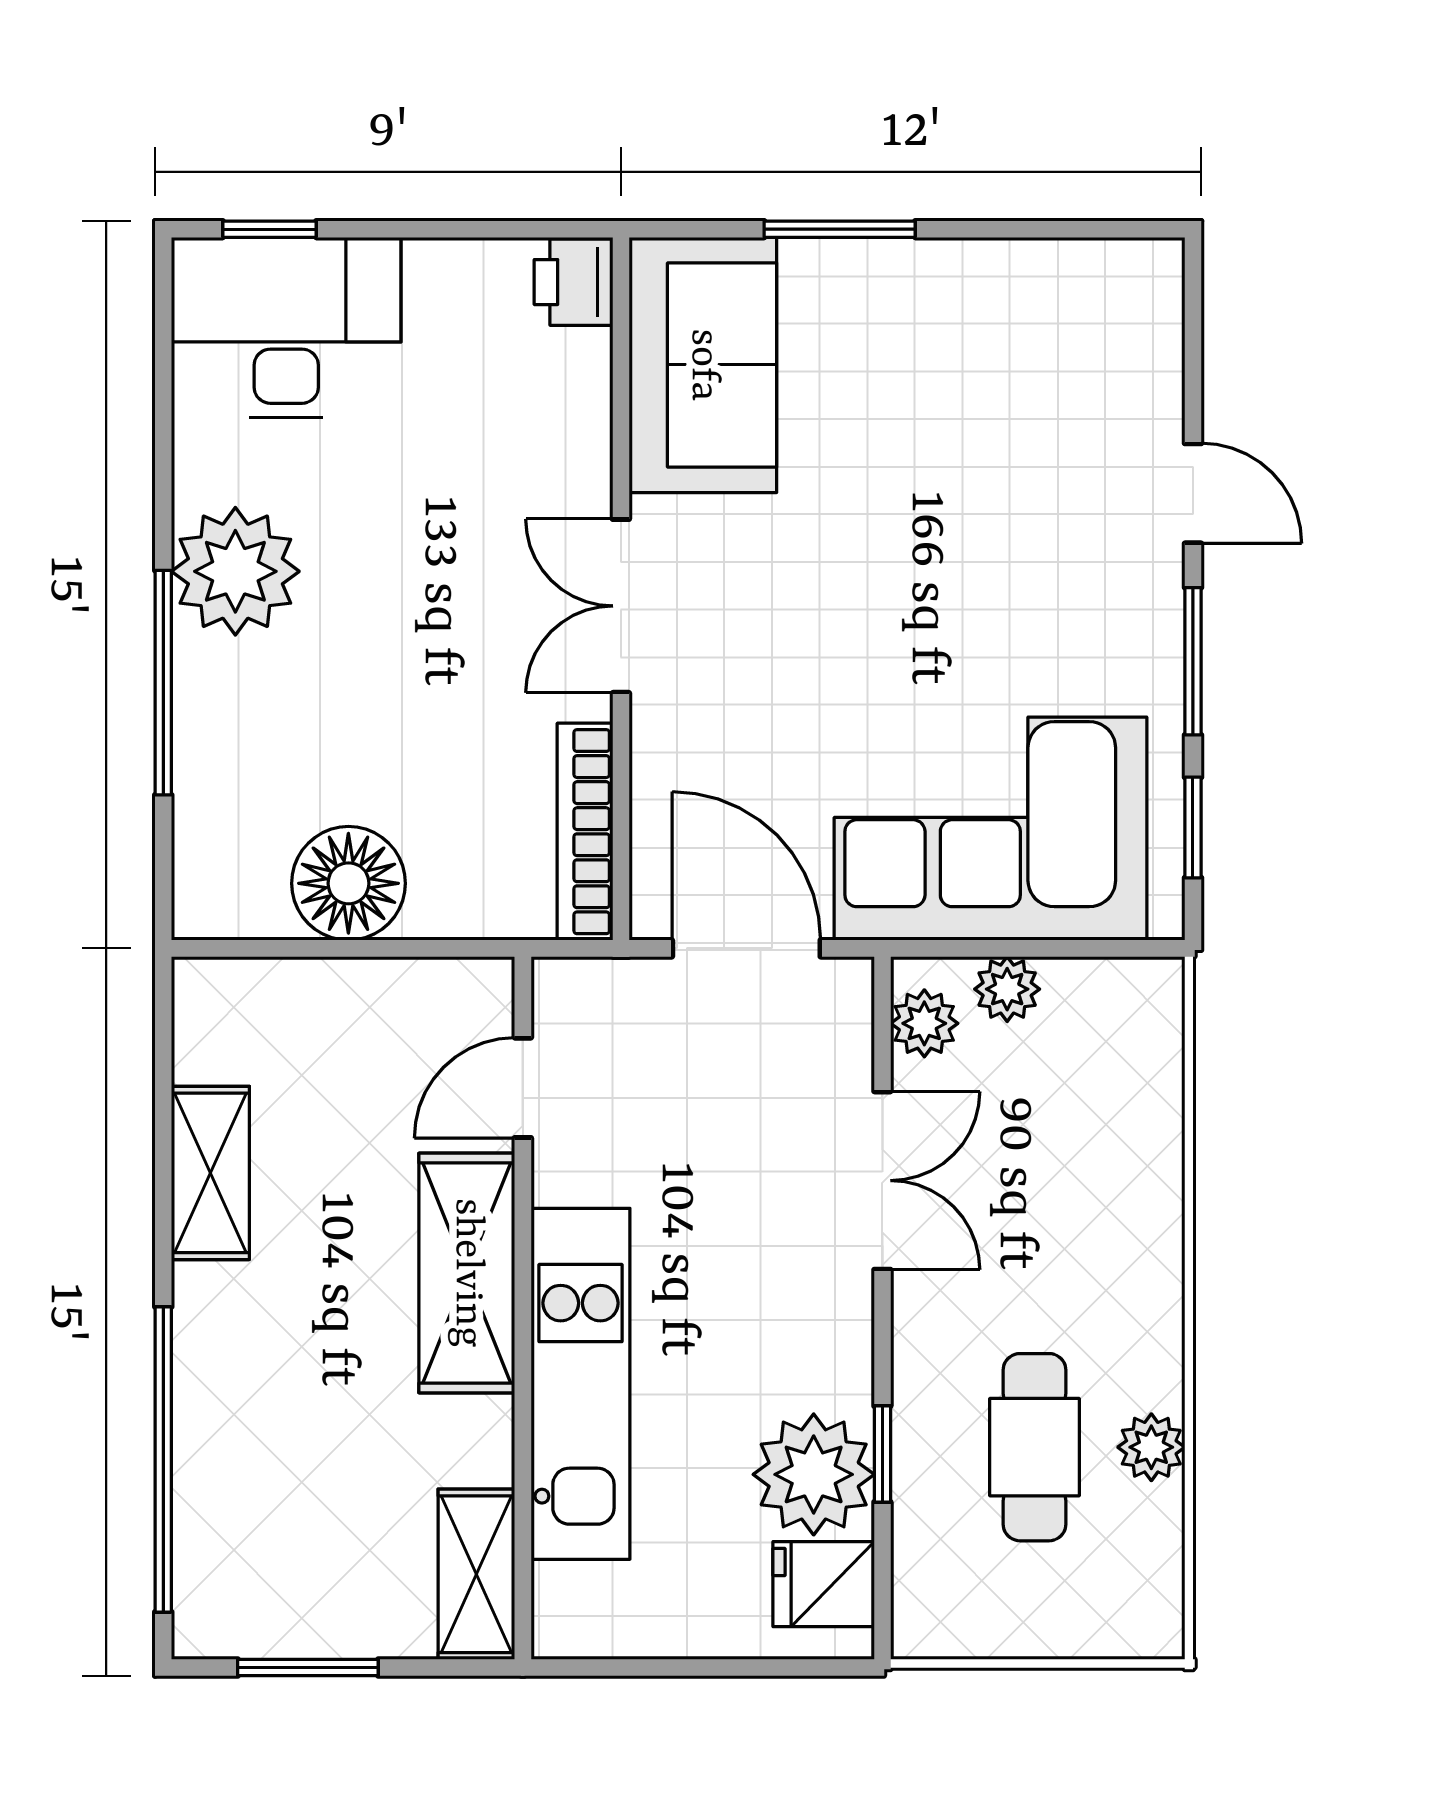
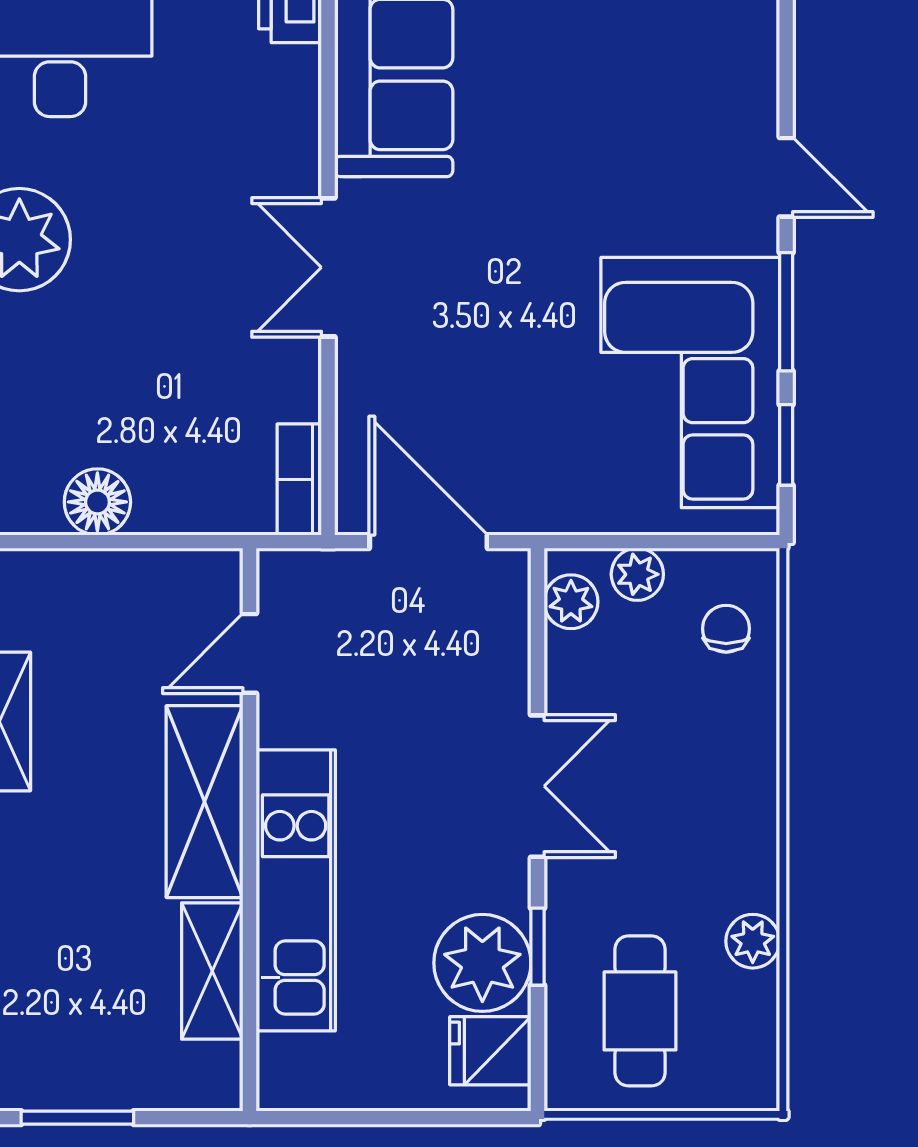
corner sofa: (990, 829) -> (690, 382), moved, turned -90
bookcase: (585, 832) -> (299, 479), width x0.64
floor lamp: (348, 883) -> (97, 502), width x0.73, depth x0.73
chair: (1118, 1057) -> (726, 629), added
double door: (882, 1181) -> (537, 786), moved
cafe table: (1035, 1447) -> (640, 1011), moved
shelving: (476, 1574) -> (212, 971), moved

